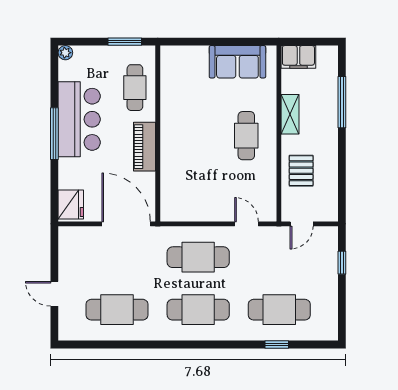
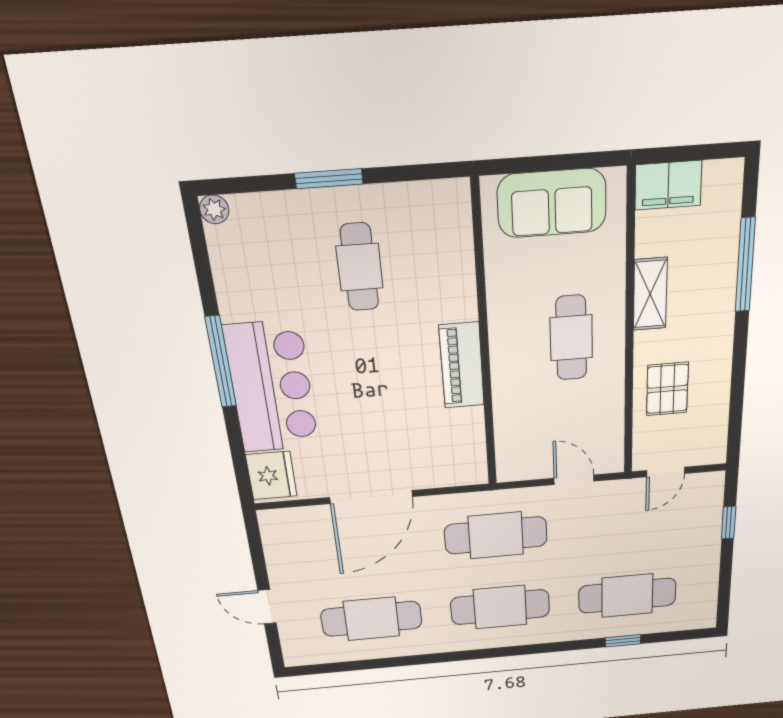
bar counter: (79, 119) -> (271, 387), moved
wall: (158, 134) -> (484, 341), moved
piano: (144, 147) -> (462, 365), moved
door: (126, 224) -> (371, 497), swing flipped

